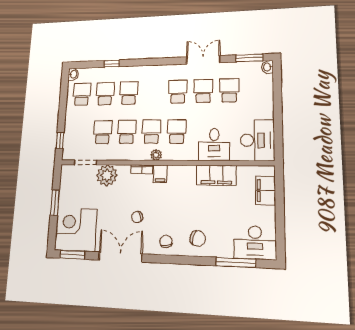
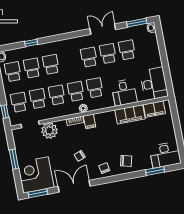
school desk: (79, 132) -> (19, 102), added
filing cabinet: (266, 191) -> (154, 109), moved, turned -90
window: (236, 262) -> (155, 171), width x0.69

